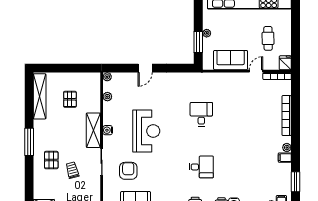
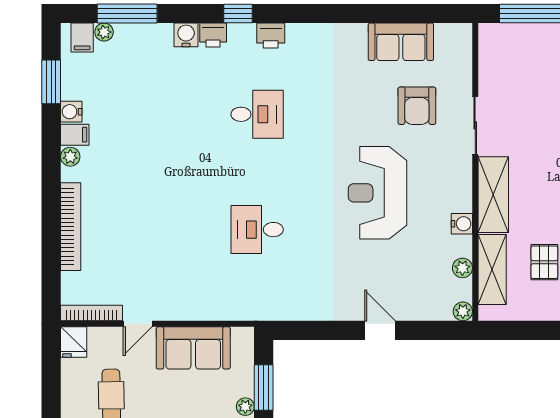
door: (145, 68) -> (380, 330), hinge flipped
shelving: (94, 96) -> (492, 269), added
desk: (201, 114) -> (257, 230), turned 90
water cooler: (108, 130) -> (462, 224), moved
desk: (201, 167) -> (257, 114), turned 180
water cooler: (286, 168) -> (71, 112), added
trolley: (72, 170) -> (539, 107), removed

